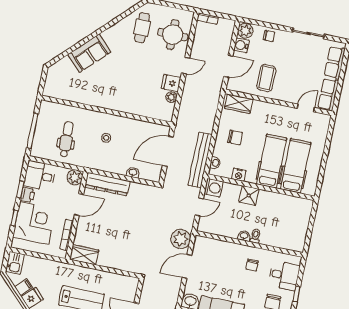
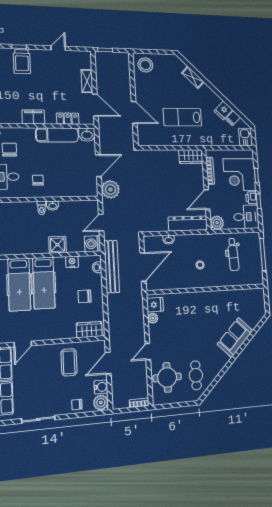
fridge: (171, 83) -> (155, 305), moved

